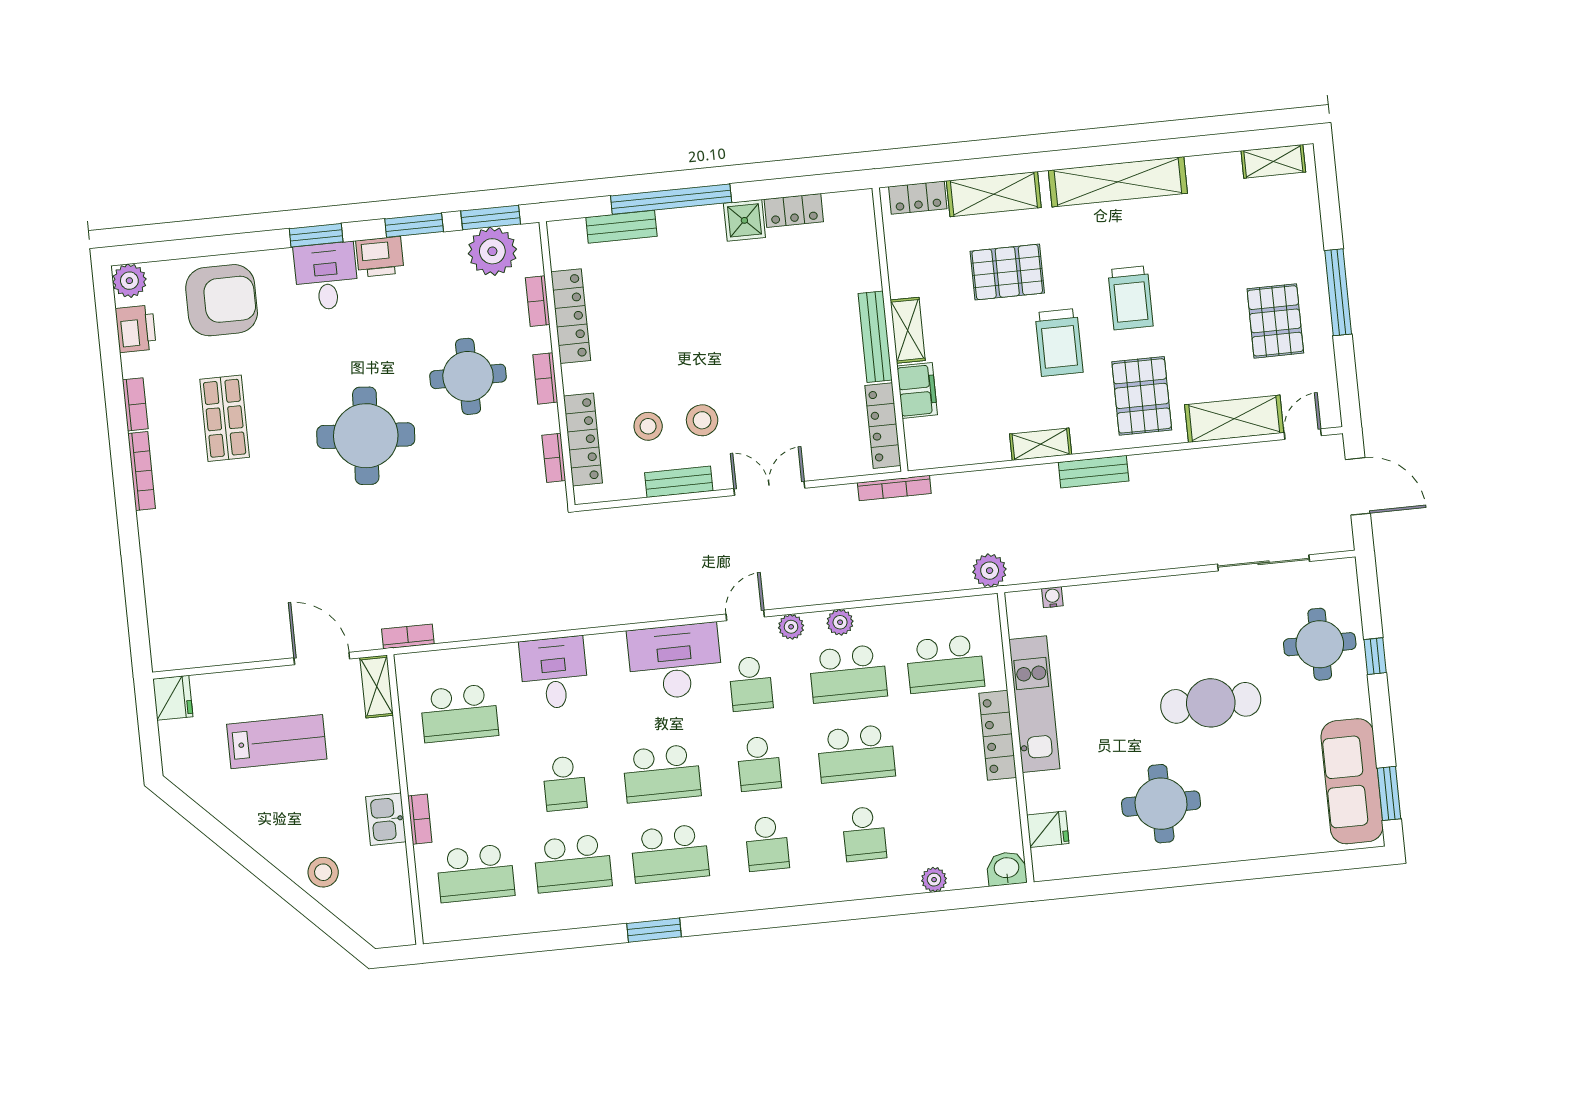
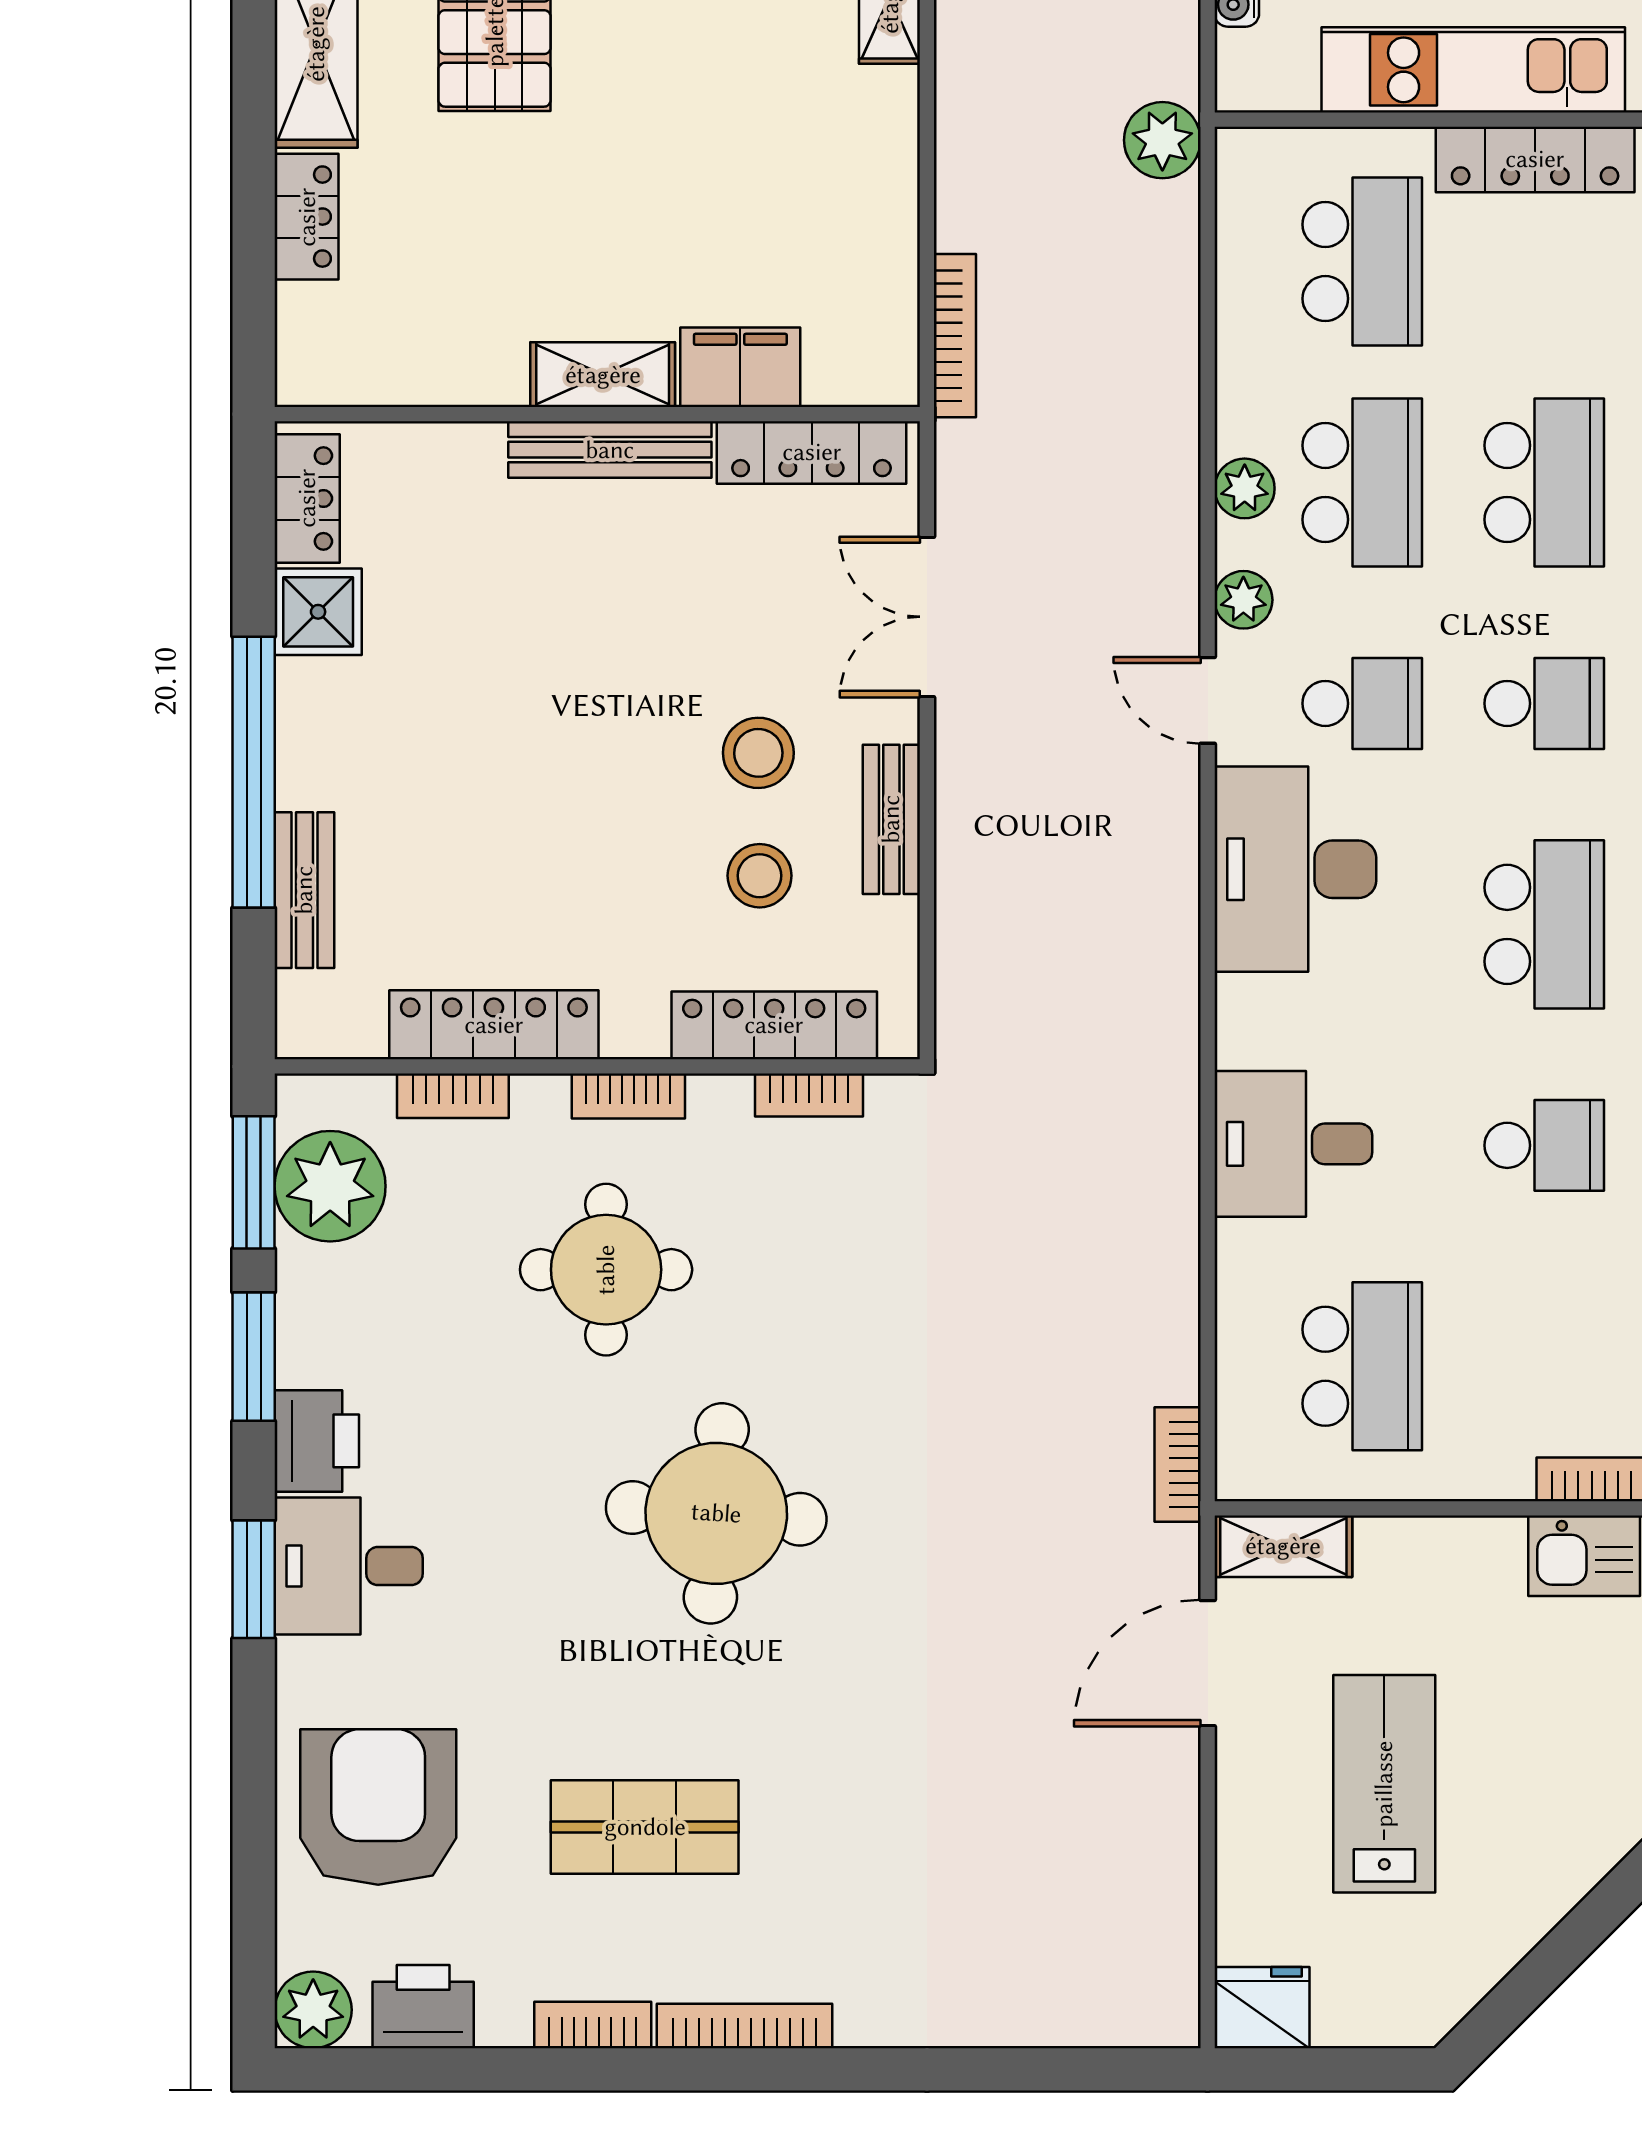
wall: (890, 330) -> (597, 414), moved
shelving: (908, 330) -> (603, 375), moved
bench: (875, 337) -> (610, 450), moved
filing cabinet: (917, 390) -> (740, 367), moved
locker: (883, 426) -> (812, 452), moved

